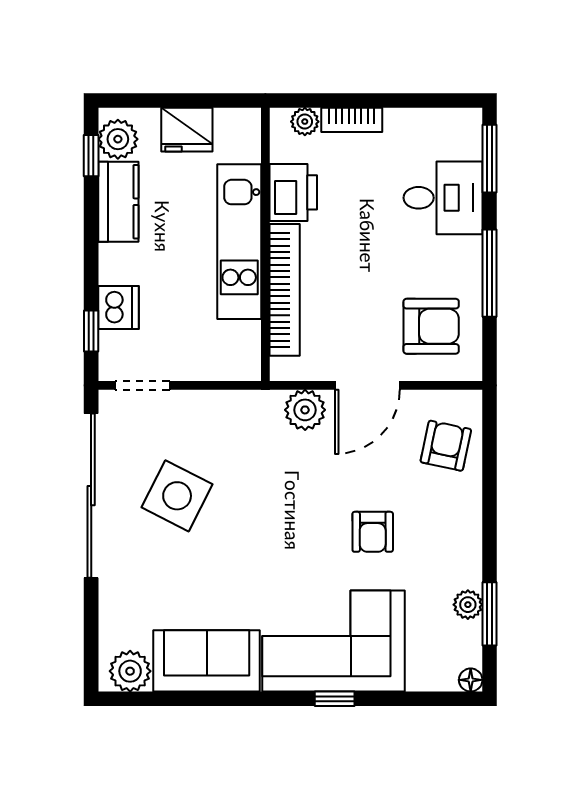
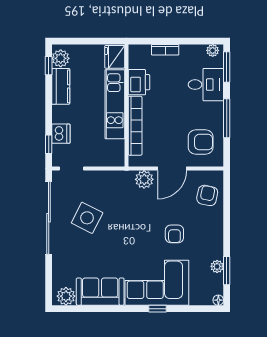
plant: (305, 122) -> (213, 50), moved
fridge: (187, 130) -> (115, 57), moved, turned 90

